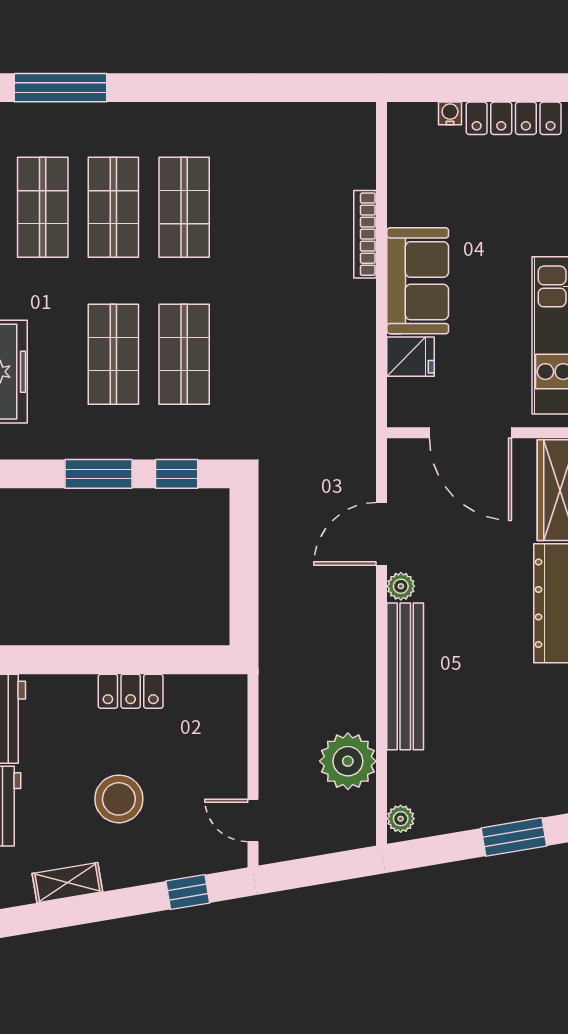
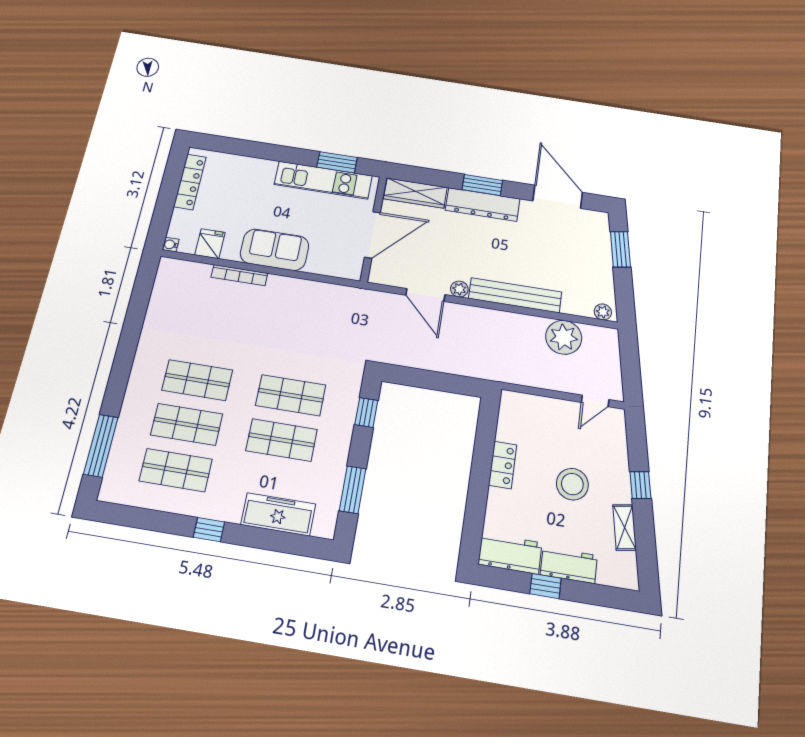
water cooler: (450, 113) -> (171, 245), moved
fridge: (411, 357) -> (210, 244), moved
window: (98, 474) -> (353, 490), moved
window: (188, 892) -> (640, 485), moved

